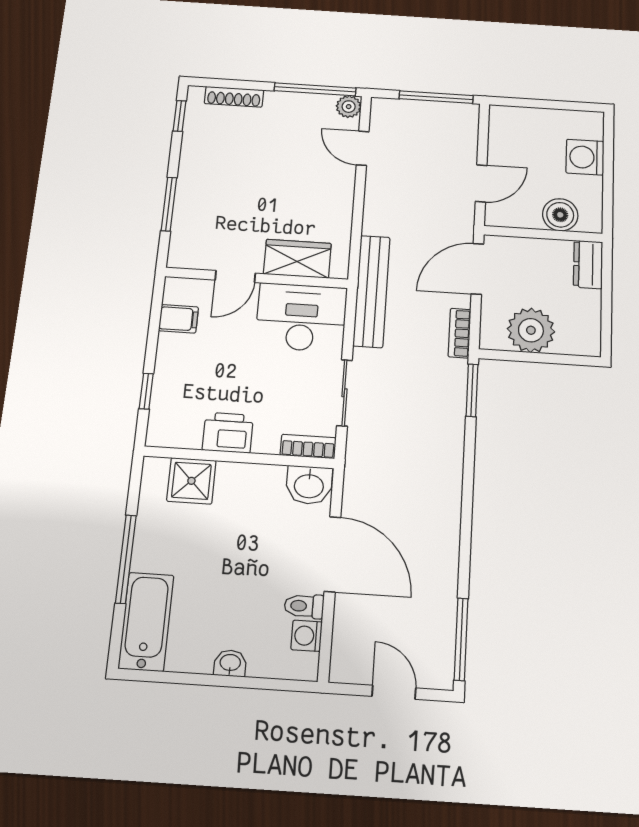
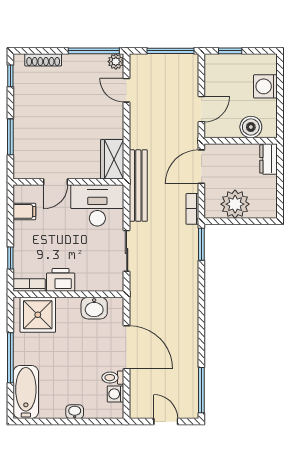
window: (530, 103) -> (230, 51), added
wardrobe: (297, 259) -> (112, 159), moved, turned -90
bookcase: (308, 446) -> (29, 285), moved
shower: (191, 481) -> (38, 315), width x1.36, depth x1.36
washbasin: (309, 485) -> (94, 308), moved

